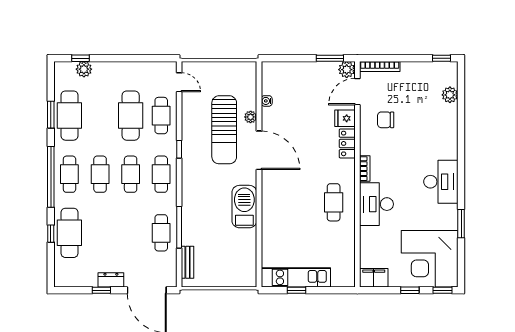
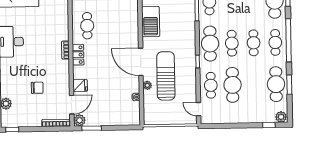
plant: (84, 69) -> (281, 117), moved
chair: (386, 120) -> (37, 88), moved
locker: (347, 143) -> (78, 55), moved
cafe table: (161, 174) -> (210, 44), width x1.37, depth x1.35
desk: (376, 204) -> (57, 25), removed

